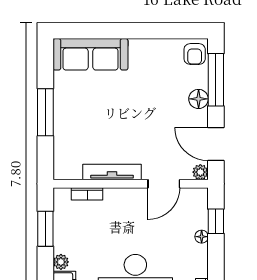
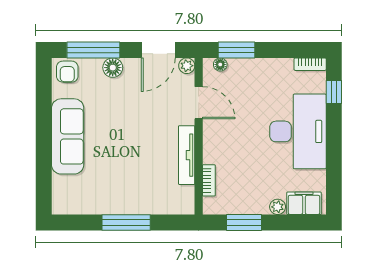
sofa: (91, 54) -> (68, 136), moved
armchair: (195, 54) -> (67, 72), turned 90
window: (216, 221) -> (236, 50), width x1.50
floor lamp: (202, 237) -> (220, 64), moved

